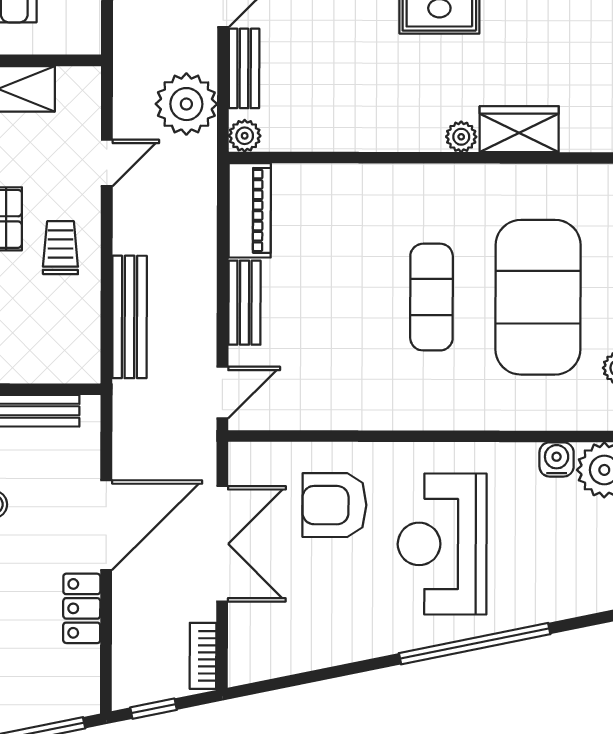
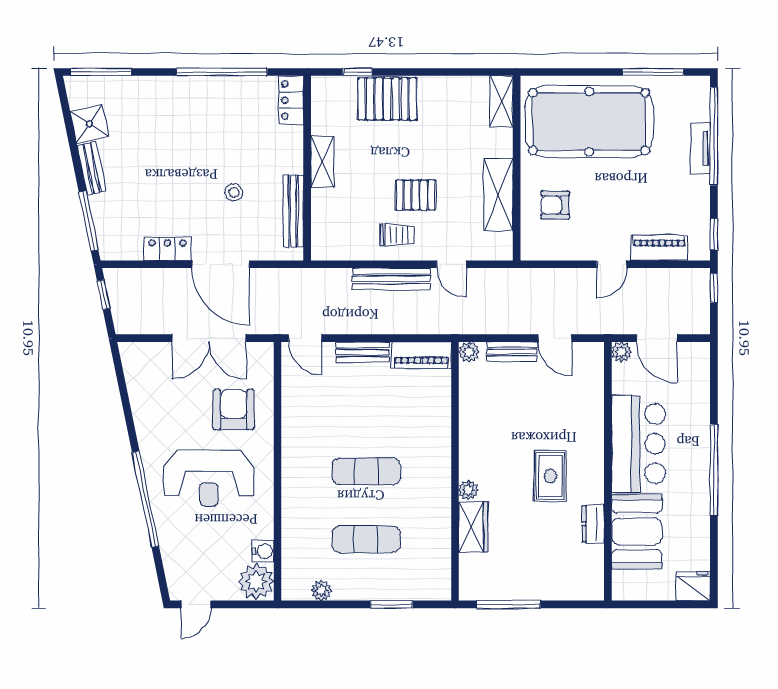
plant: (186, 104) -> (489, 315), removed
exercise mat: (538, 297) -> (366, 539), width x0.50, depth x0.69
bench: (130, 317) -> (391, 279), moved
reception desk: (442, 544) -> (209, 478), turned 180
bookcase: (203, 656) -> (137, 326), removed

